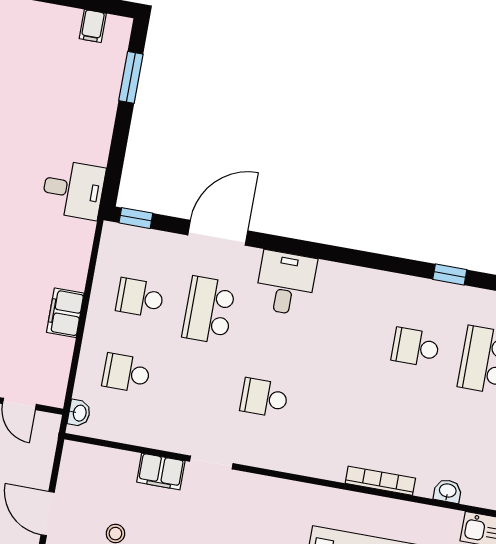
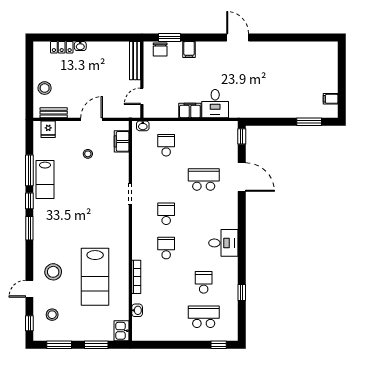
desk: (73, 190) -> (215, 104), moved
desk: (286, 283) -> (223, 243), moved
school desk: (140, 298) -> (166, 248), moved
filing cabinet: (161, 472) -> (122, 141), moved

